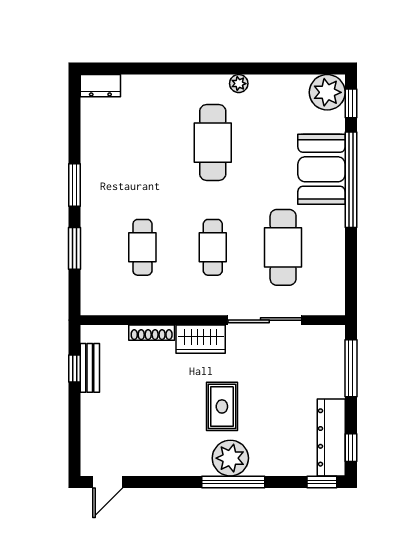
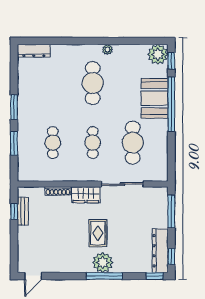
dresser: (100, 86) -> (34, 51), width x1.44

